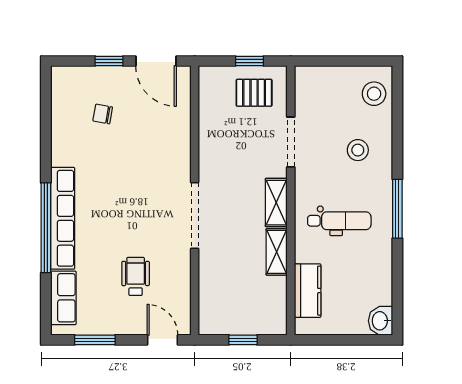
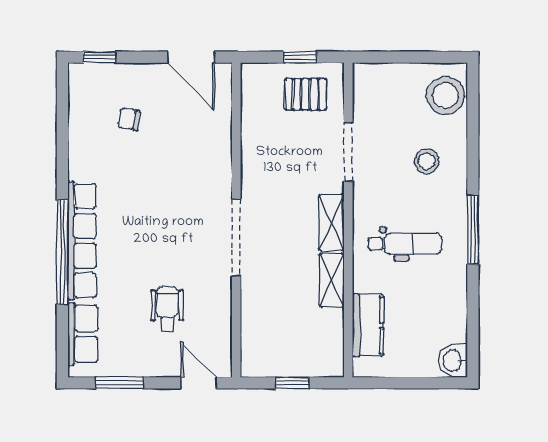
window: (109, 61) -> (99, 57), moved
stool: (374, 94) -> (446, 95), width x1.38, depth x1.38

